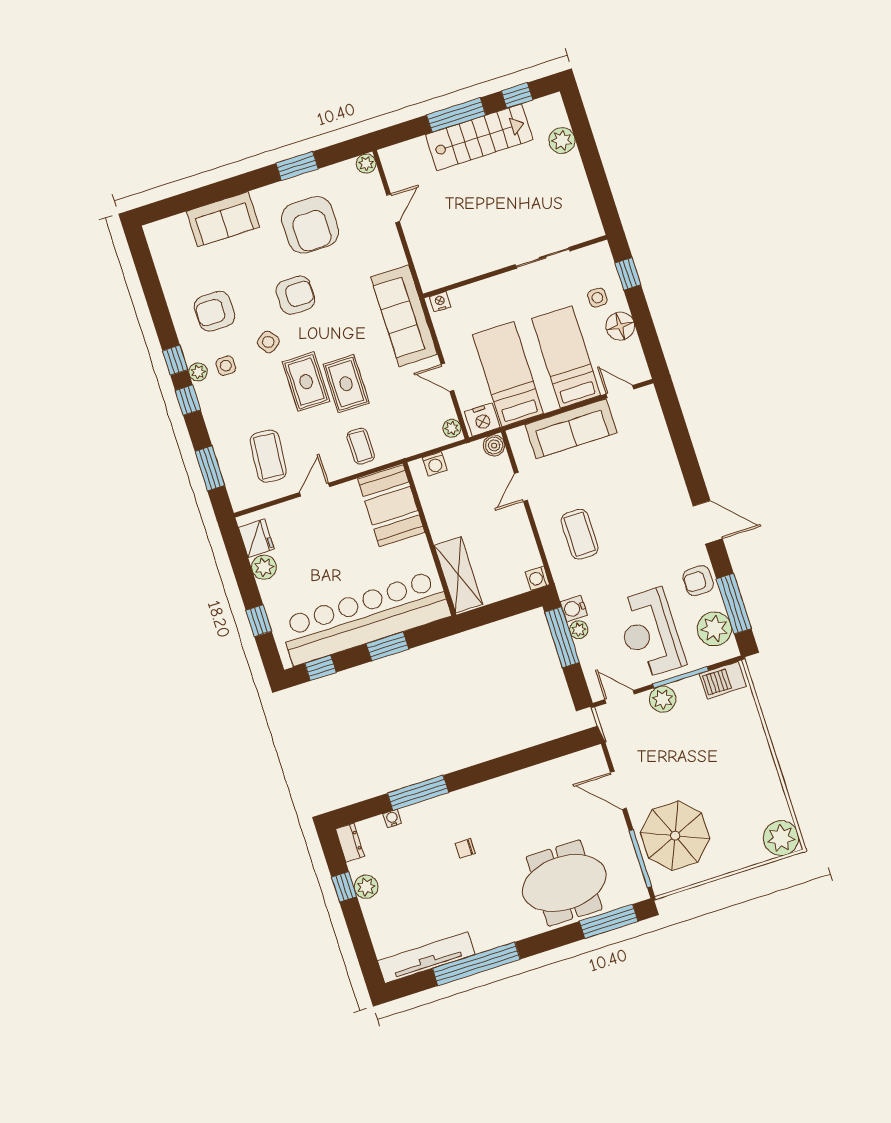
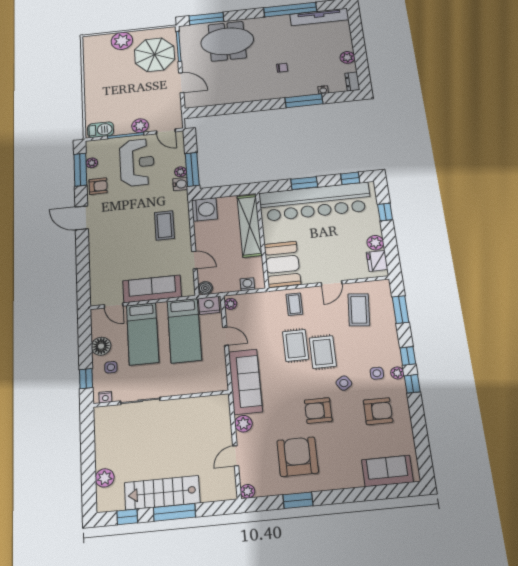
sofa: (223, 219) -> (387, 471), moved
plant: (393, 255) -> (243, 424), added
nightstand: (440, 302) -> (105, 397), moved
door: (521, 487) -> (194, 260), hinge flipped
shelving: (458, 575) -> (249, 226), width x1.47
washing machine: (538, 578) -> (204, 210), width x1.89, depth x1.89
plant: (714, 629) -> (92, 163), width x0.53, depth x0.53
plant: (781, 838) -> (122, 41), moved
window: (344, 887) -> (361, 59), removed

